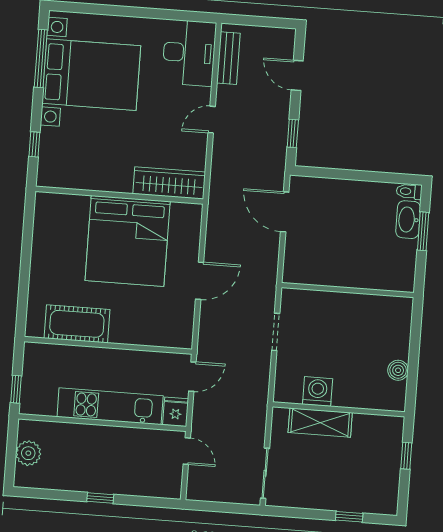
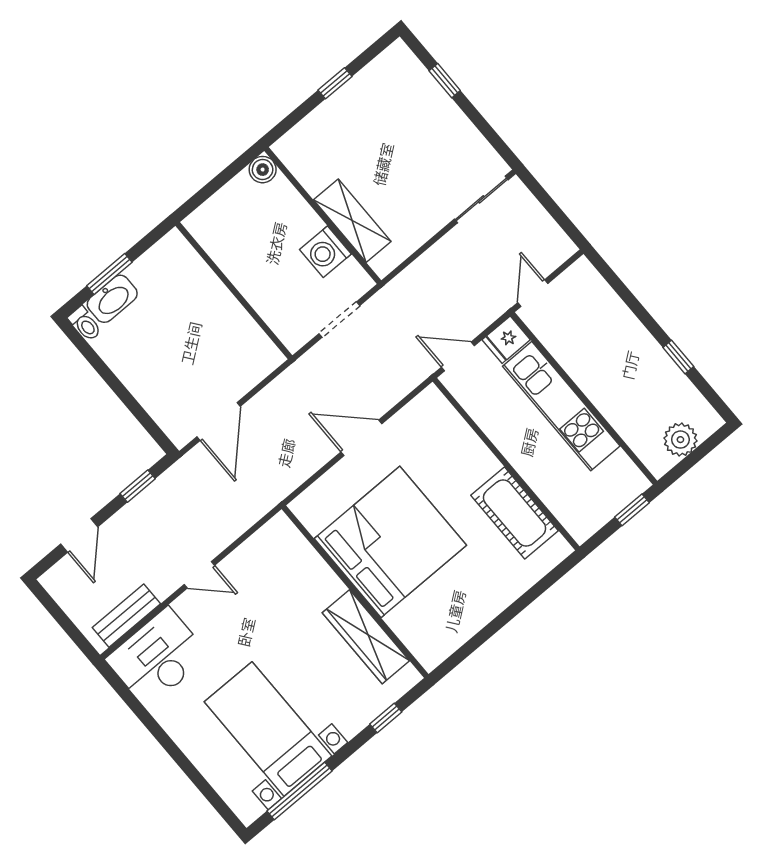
bed with nightstands: (91, 75) -> (268, 729), width x0.73
wardrobe: (169, 183) -> (366, 637), moved
washing machine: (318, 391) -> (325, 252), moved
wall: (339, 409) -> (323, 216), moved
shelving: (320, 423) -> (352, 221), moved
window: (100, 498) -> (678, 357), moved

